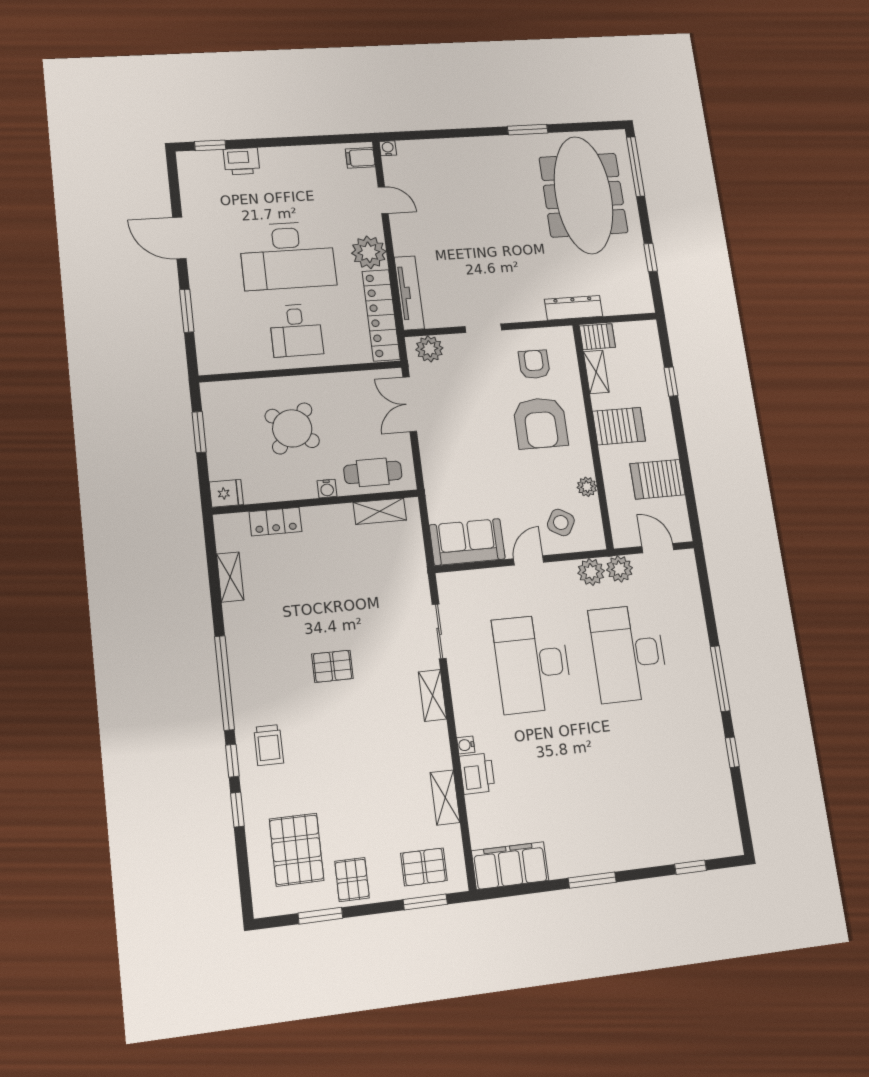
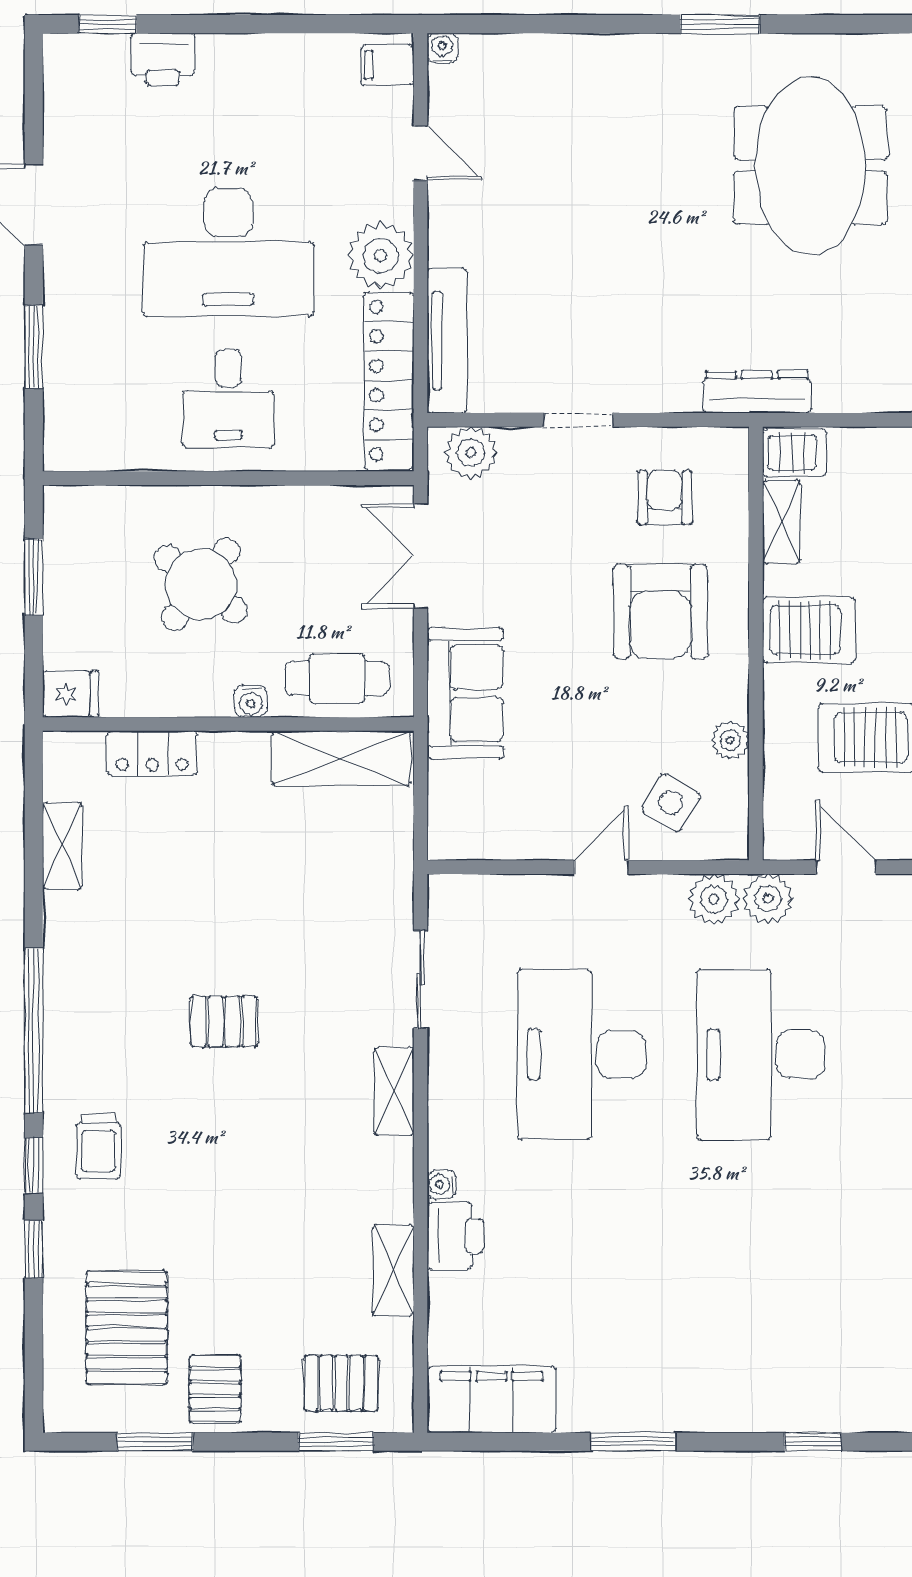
meeting table: (583, 195) -> (811, 166), width x0.73
shelving: (380, 511) -> (341, 758), width x1.50, depth x1.33
sofa: (467, 542) -> (465, 693), moved, turned 90

